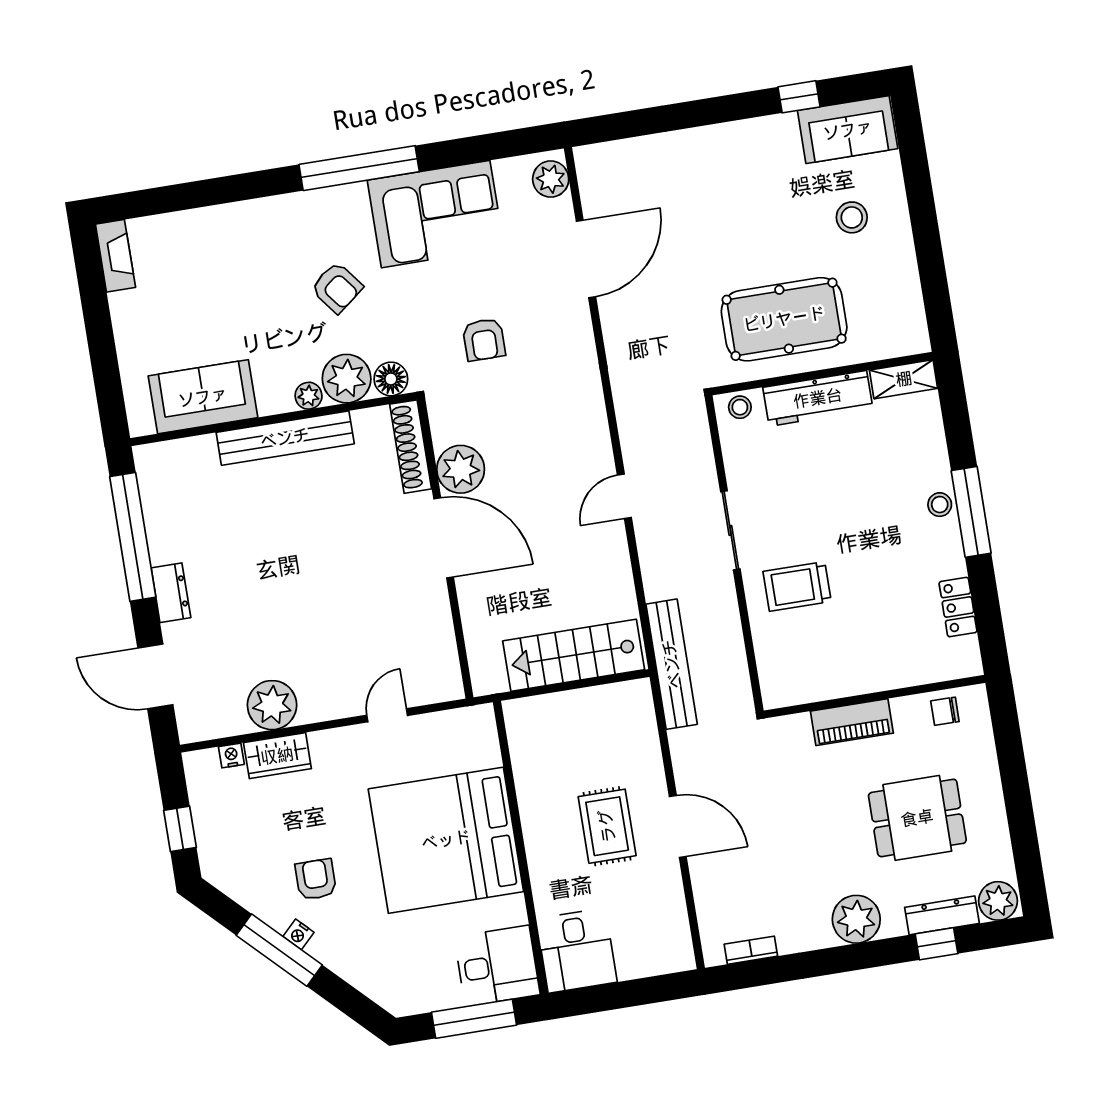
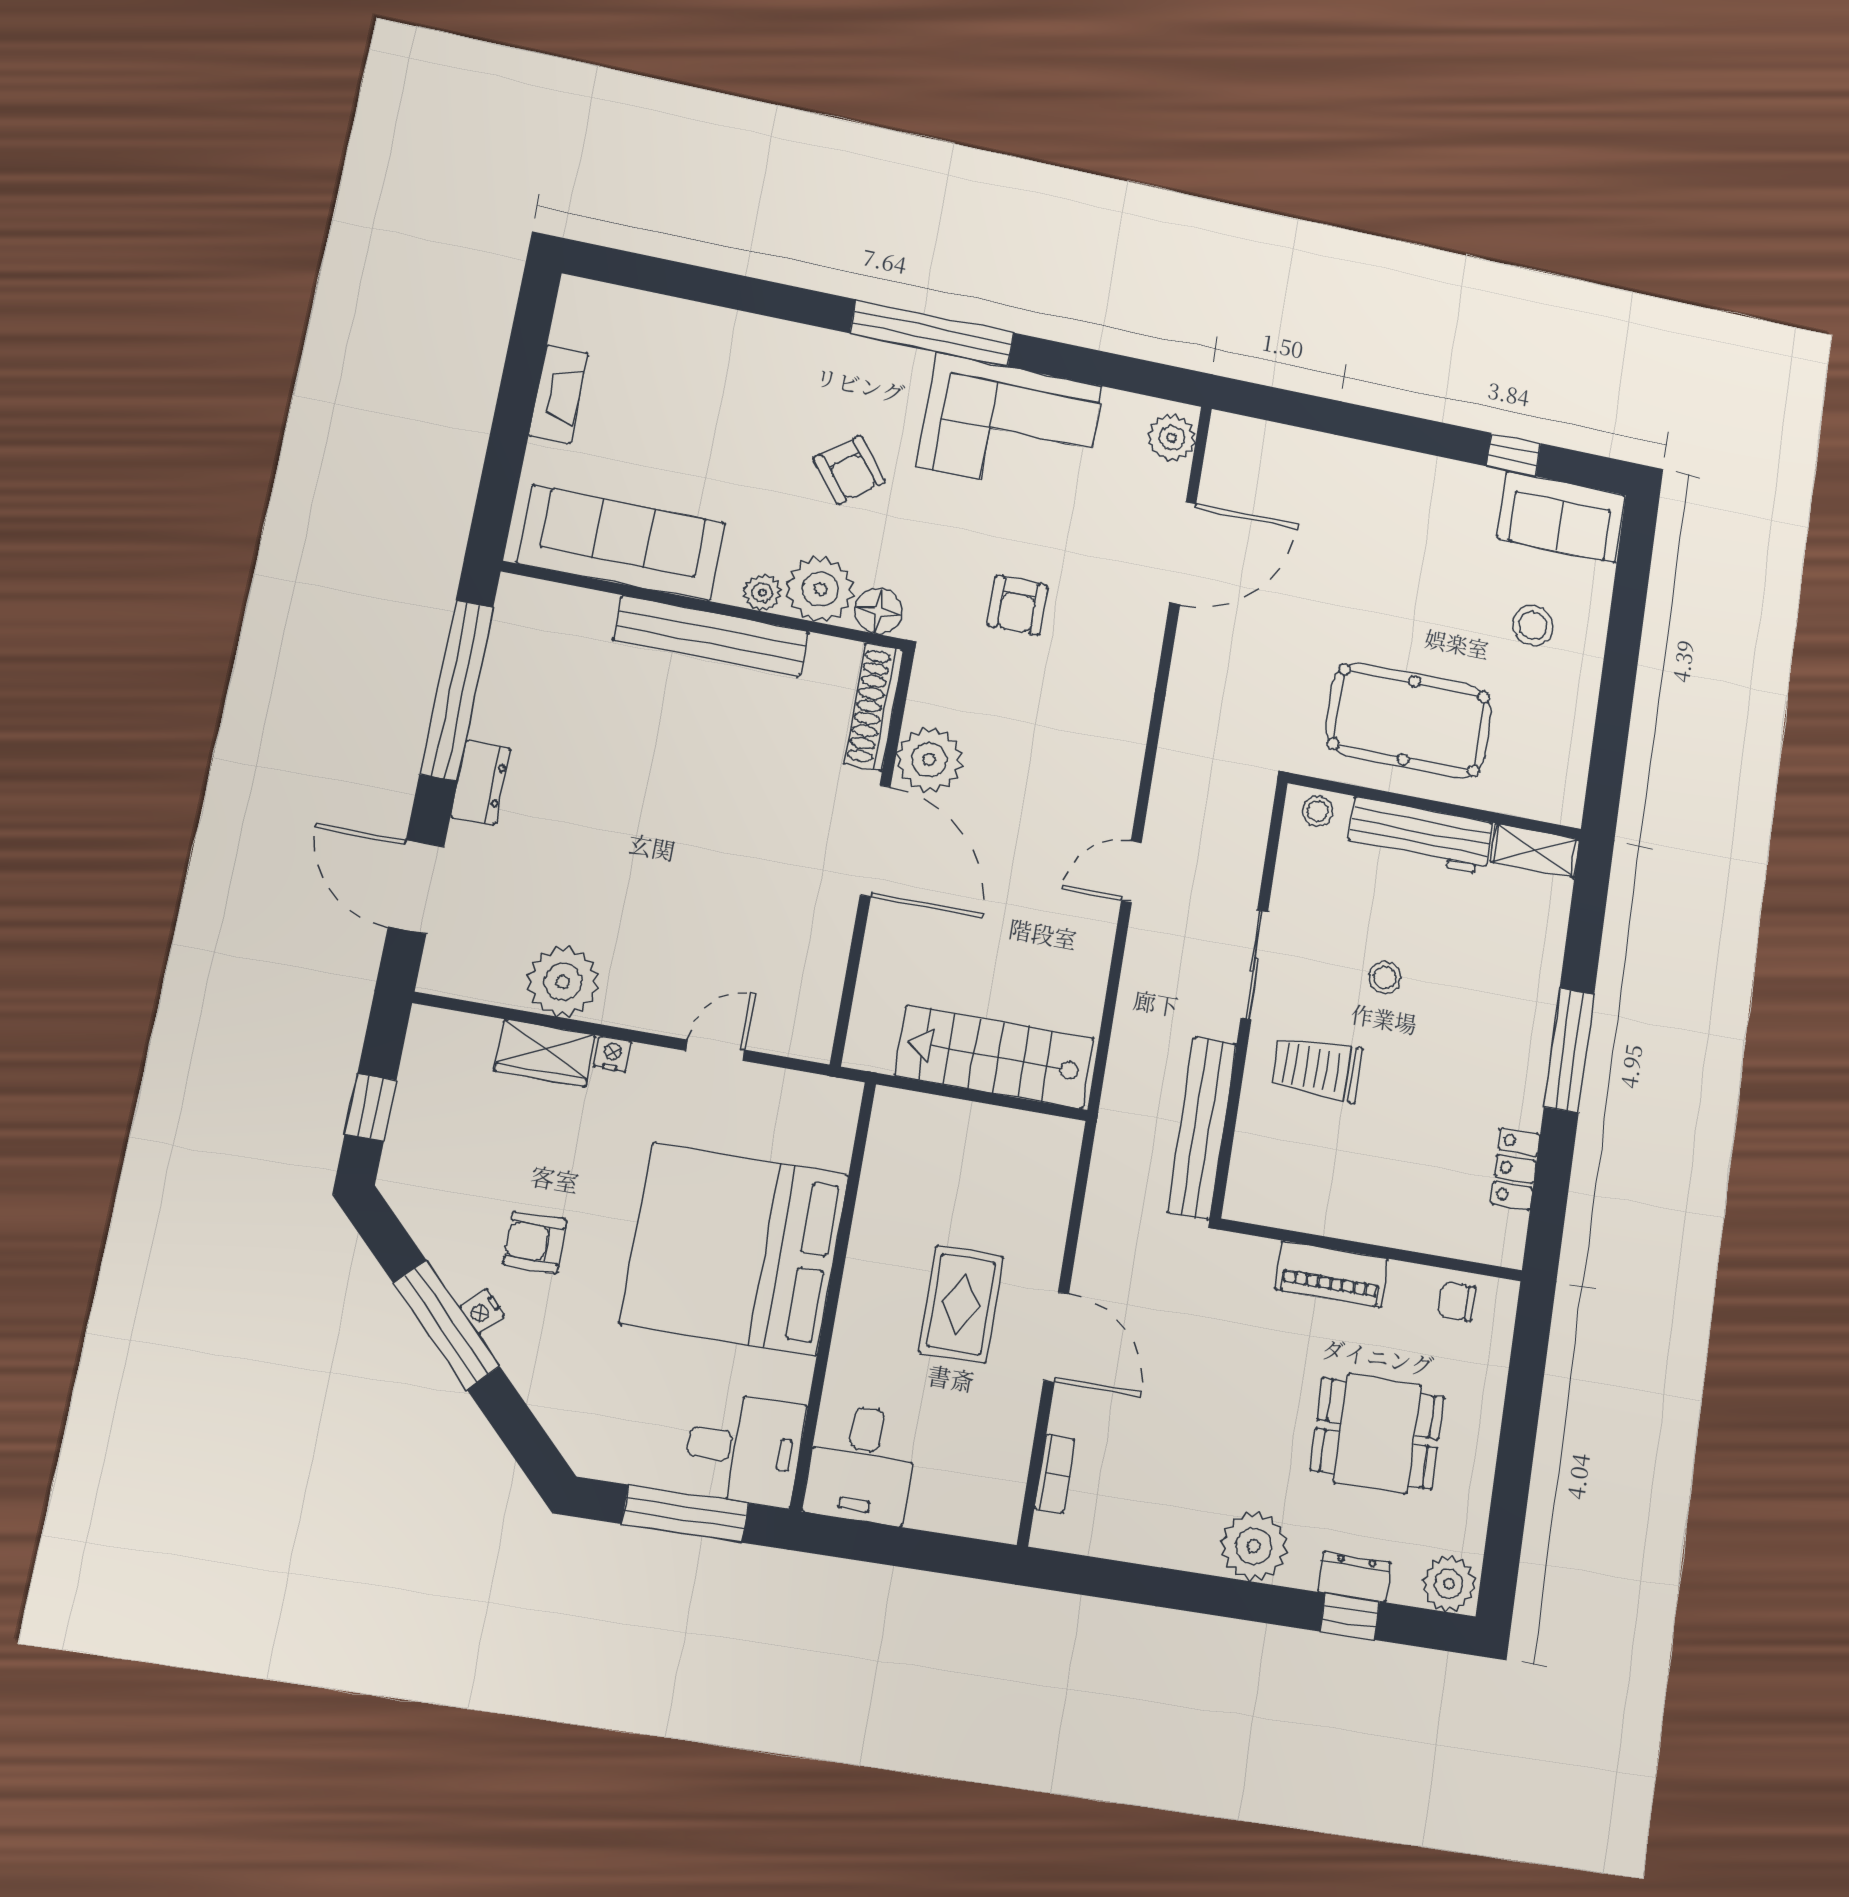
fireplace: (115, 256) -> (558, 394), moved
sofa: (203, 397) -> (621, 543), width x1.36
stool: (940, 505) -> (1385, 978), moved
bench: (672, 664) -> (1202, 1128), moved
nightstand: (231, 756) -> (612, 1054), moved
armchair: (316, 879) -> (535, 1242), turned -90
dresser: (942, 915) -> (1354, 1577), width x0.70
bookcase: (751, 950) -> (1055, 1474), moved, turned 90

